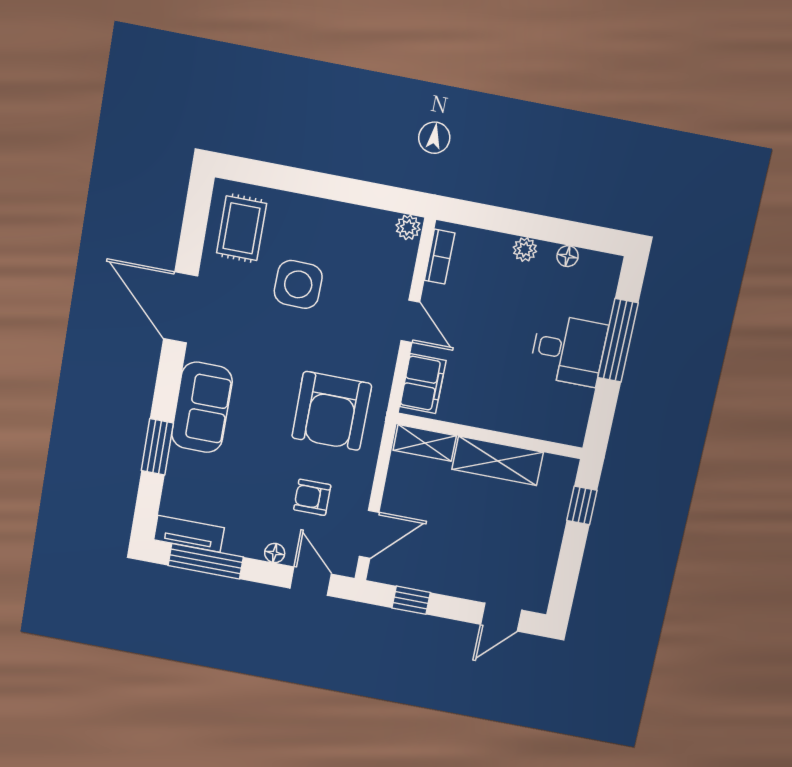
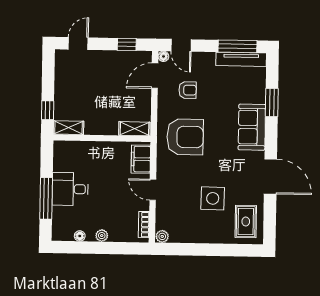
armchair: (332, 411) -> (185, 137), turned 90
shelving: (498, 461) -> (68, 128), moved, width x0.67, depth x0.75
tv unit: (189, 534) -> (241, 59), width x1.41
floor lamp: (275, 553) -> (163, 56), moved

